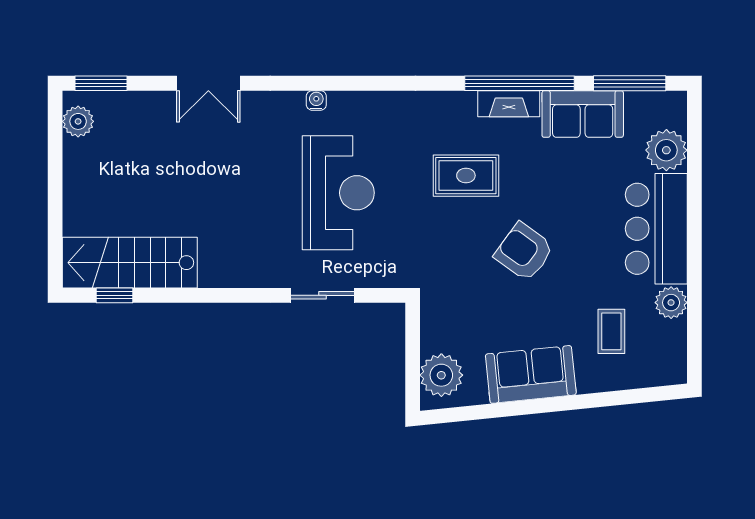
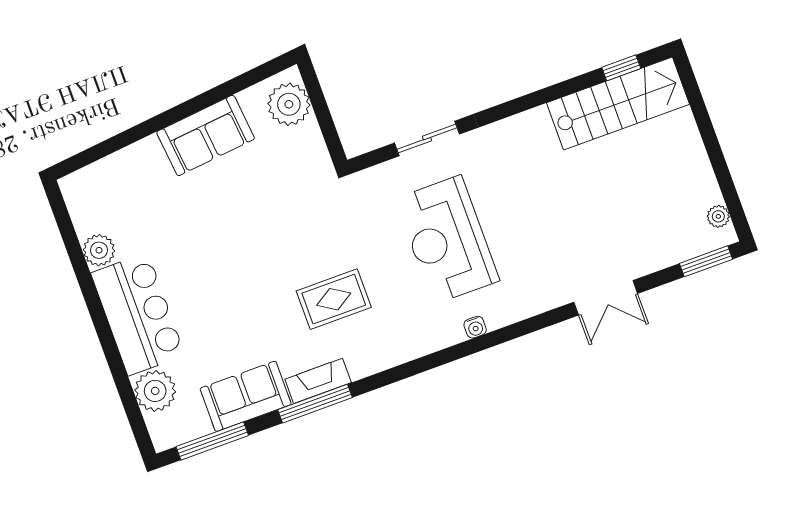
double door: (208, 83) -> (606, 298), swing flipped
window: (520, 83) -> (315, 404), width x0.68
water cooler: (316, 100) -> (475, 327), moved
plant: (78, 121) -> (718, 216), width x0.73, depth x0.73
armchair: (524, 252) -> (253, 248), removed
coffee table: (611, 331) -> (145, 203), removed

